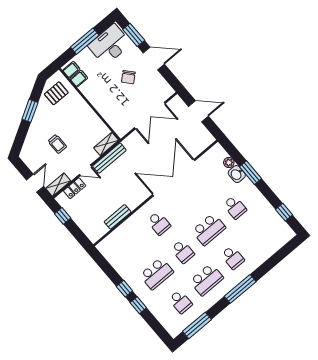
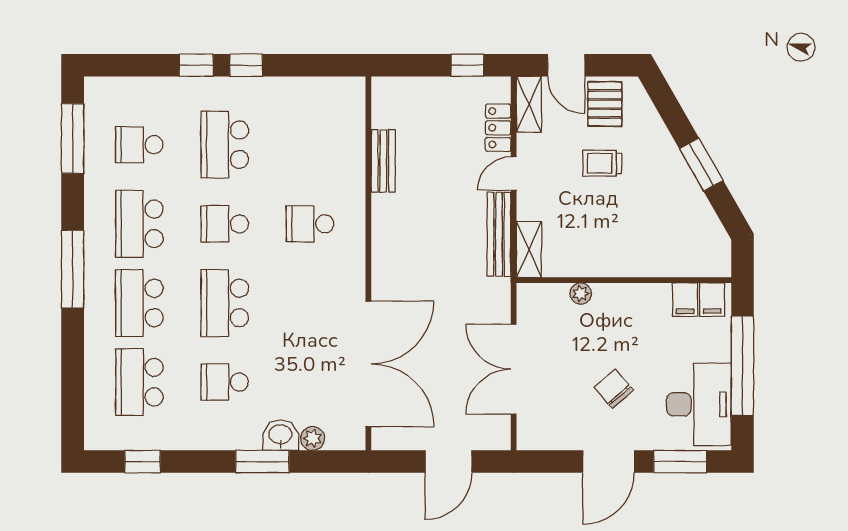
window: (85, 41) -> (742, 366), width x1.46
pallet: (56, 93) -> (605, 104), moved
plant: (106, 115) -> (581, 294), added
double door: (174, 178) -> (368, 364), moved
school desk: (259, 235) -> (139, 382), added
school desk: (233, 257) -> (139, 303), width x1.85

